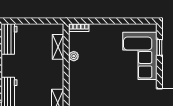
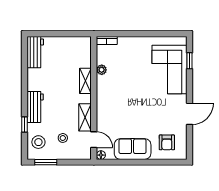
shelving: (58, 47) -> (85, 81), moved

